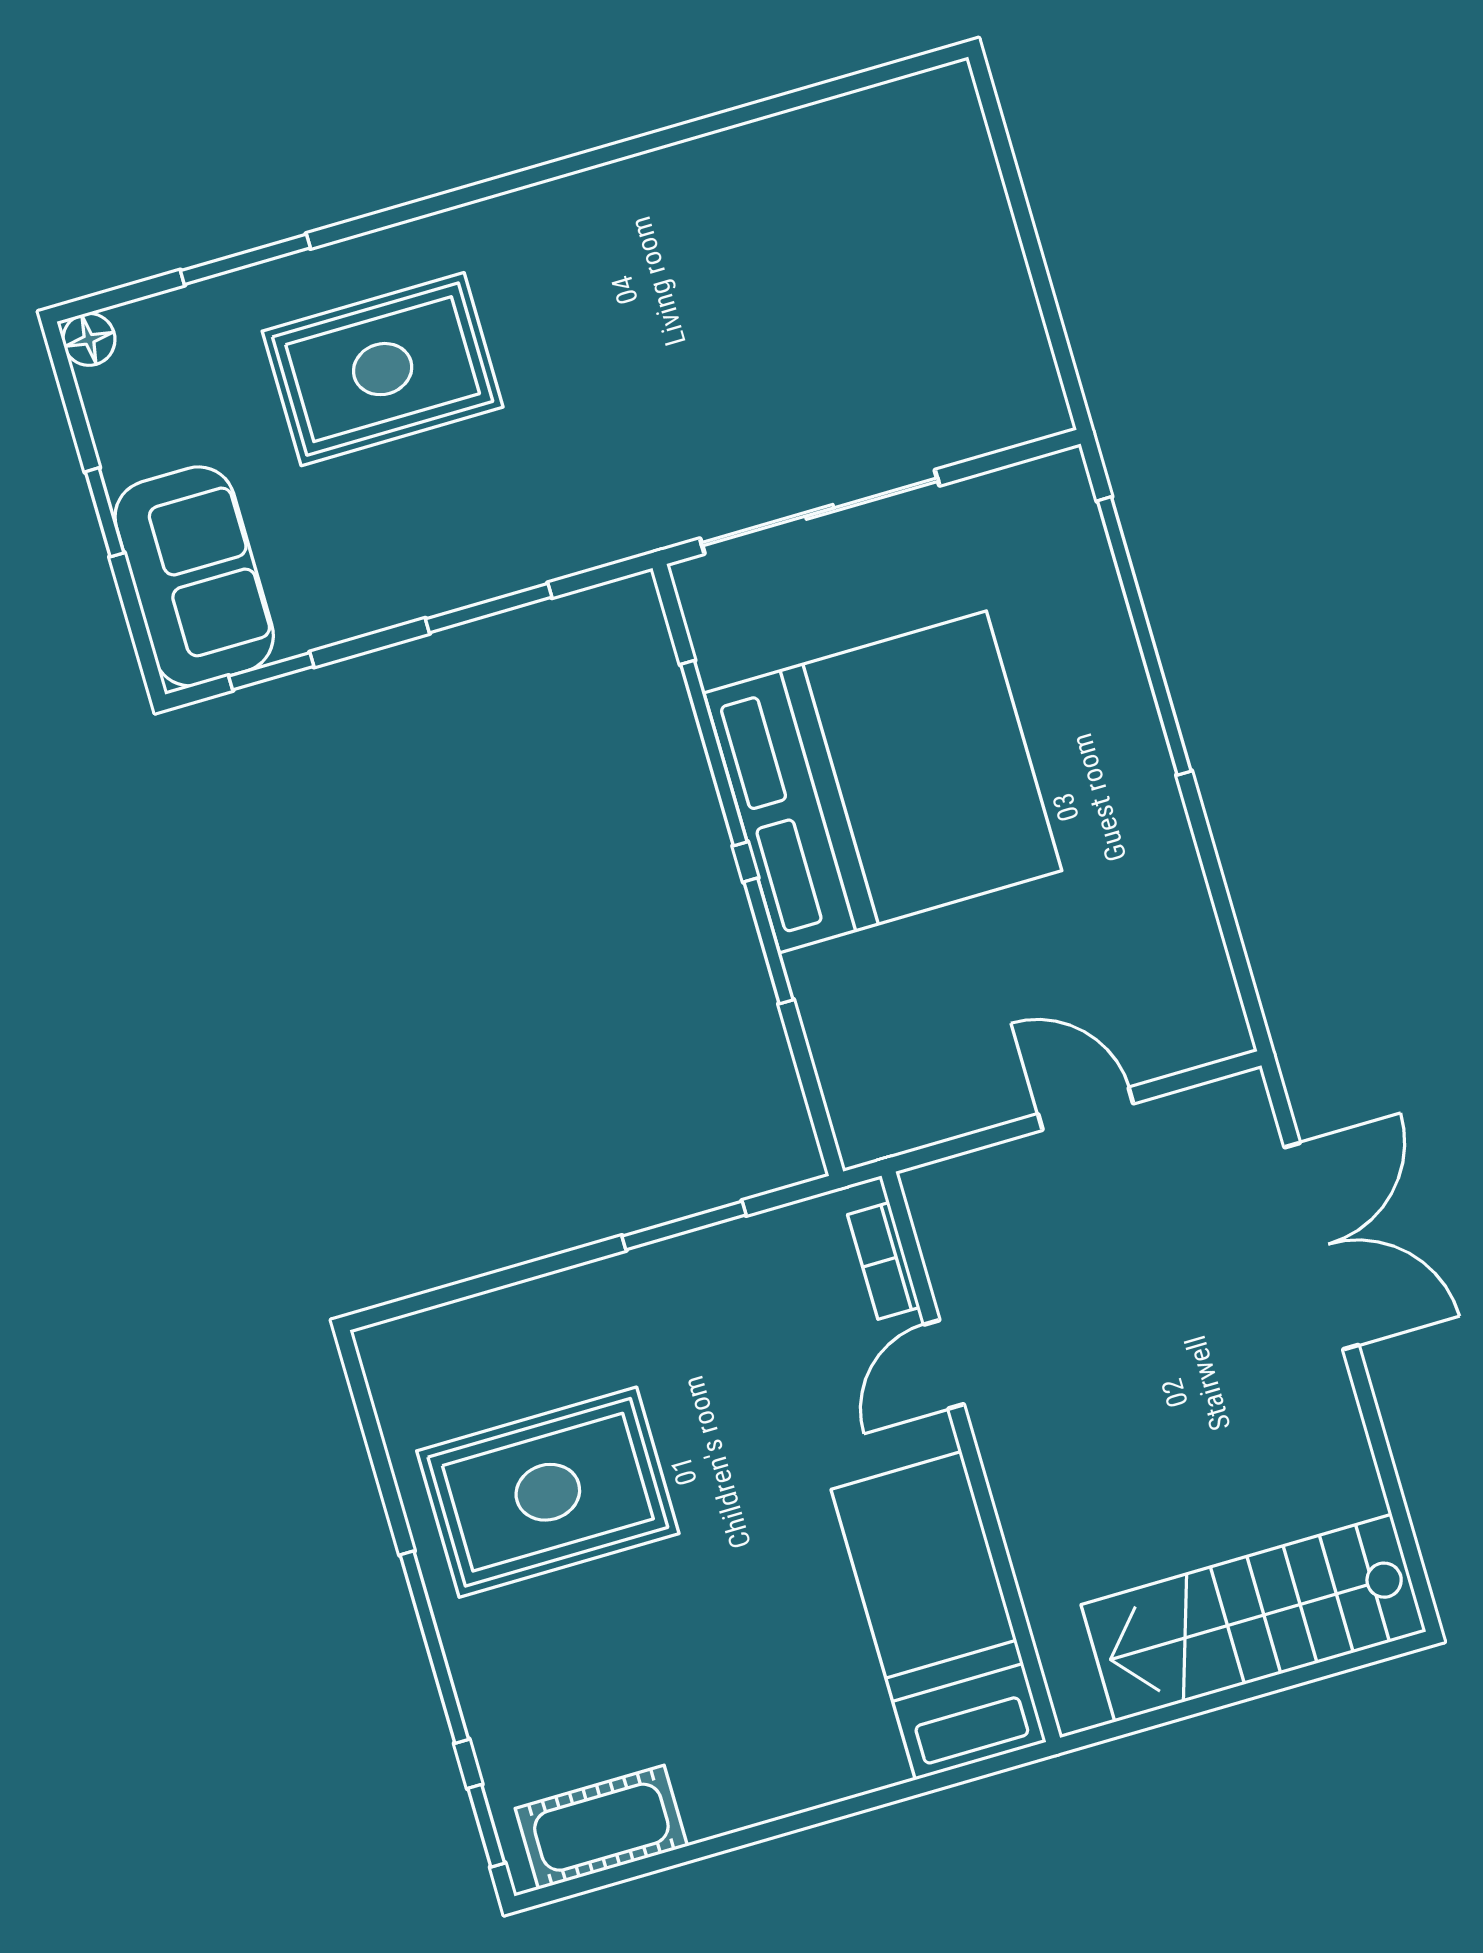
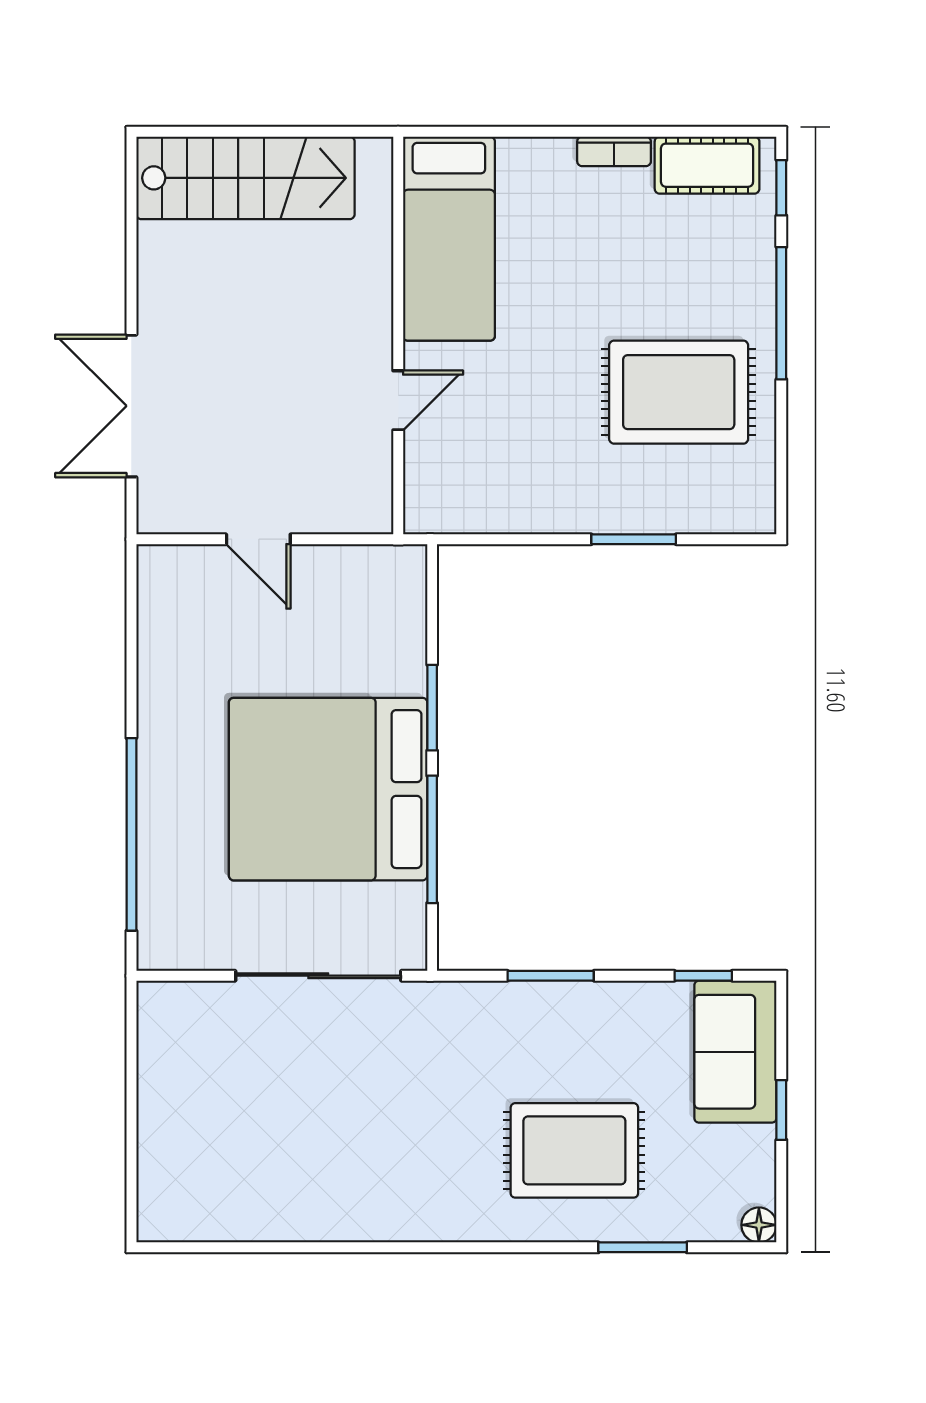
window: (684, 1225) -> (634, 539), moved
bookcase: (884, 1261) -> (614, 151), moved, turned 90

